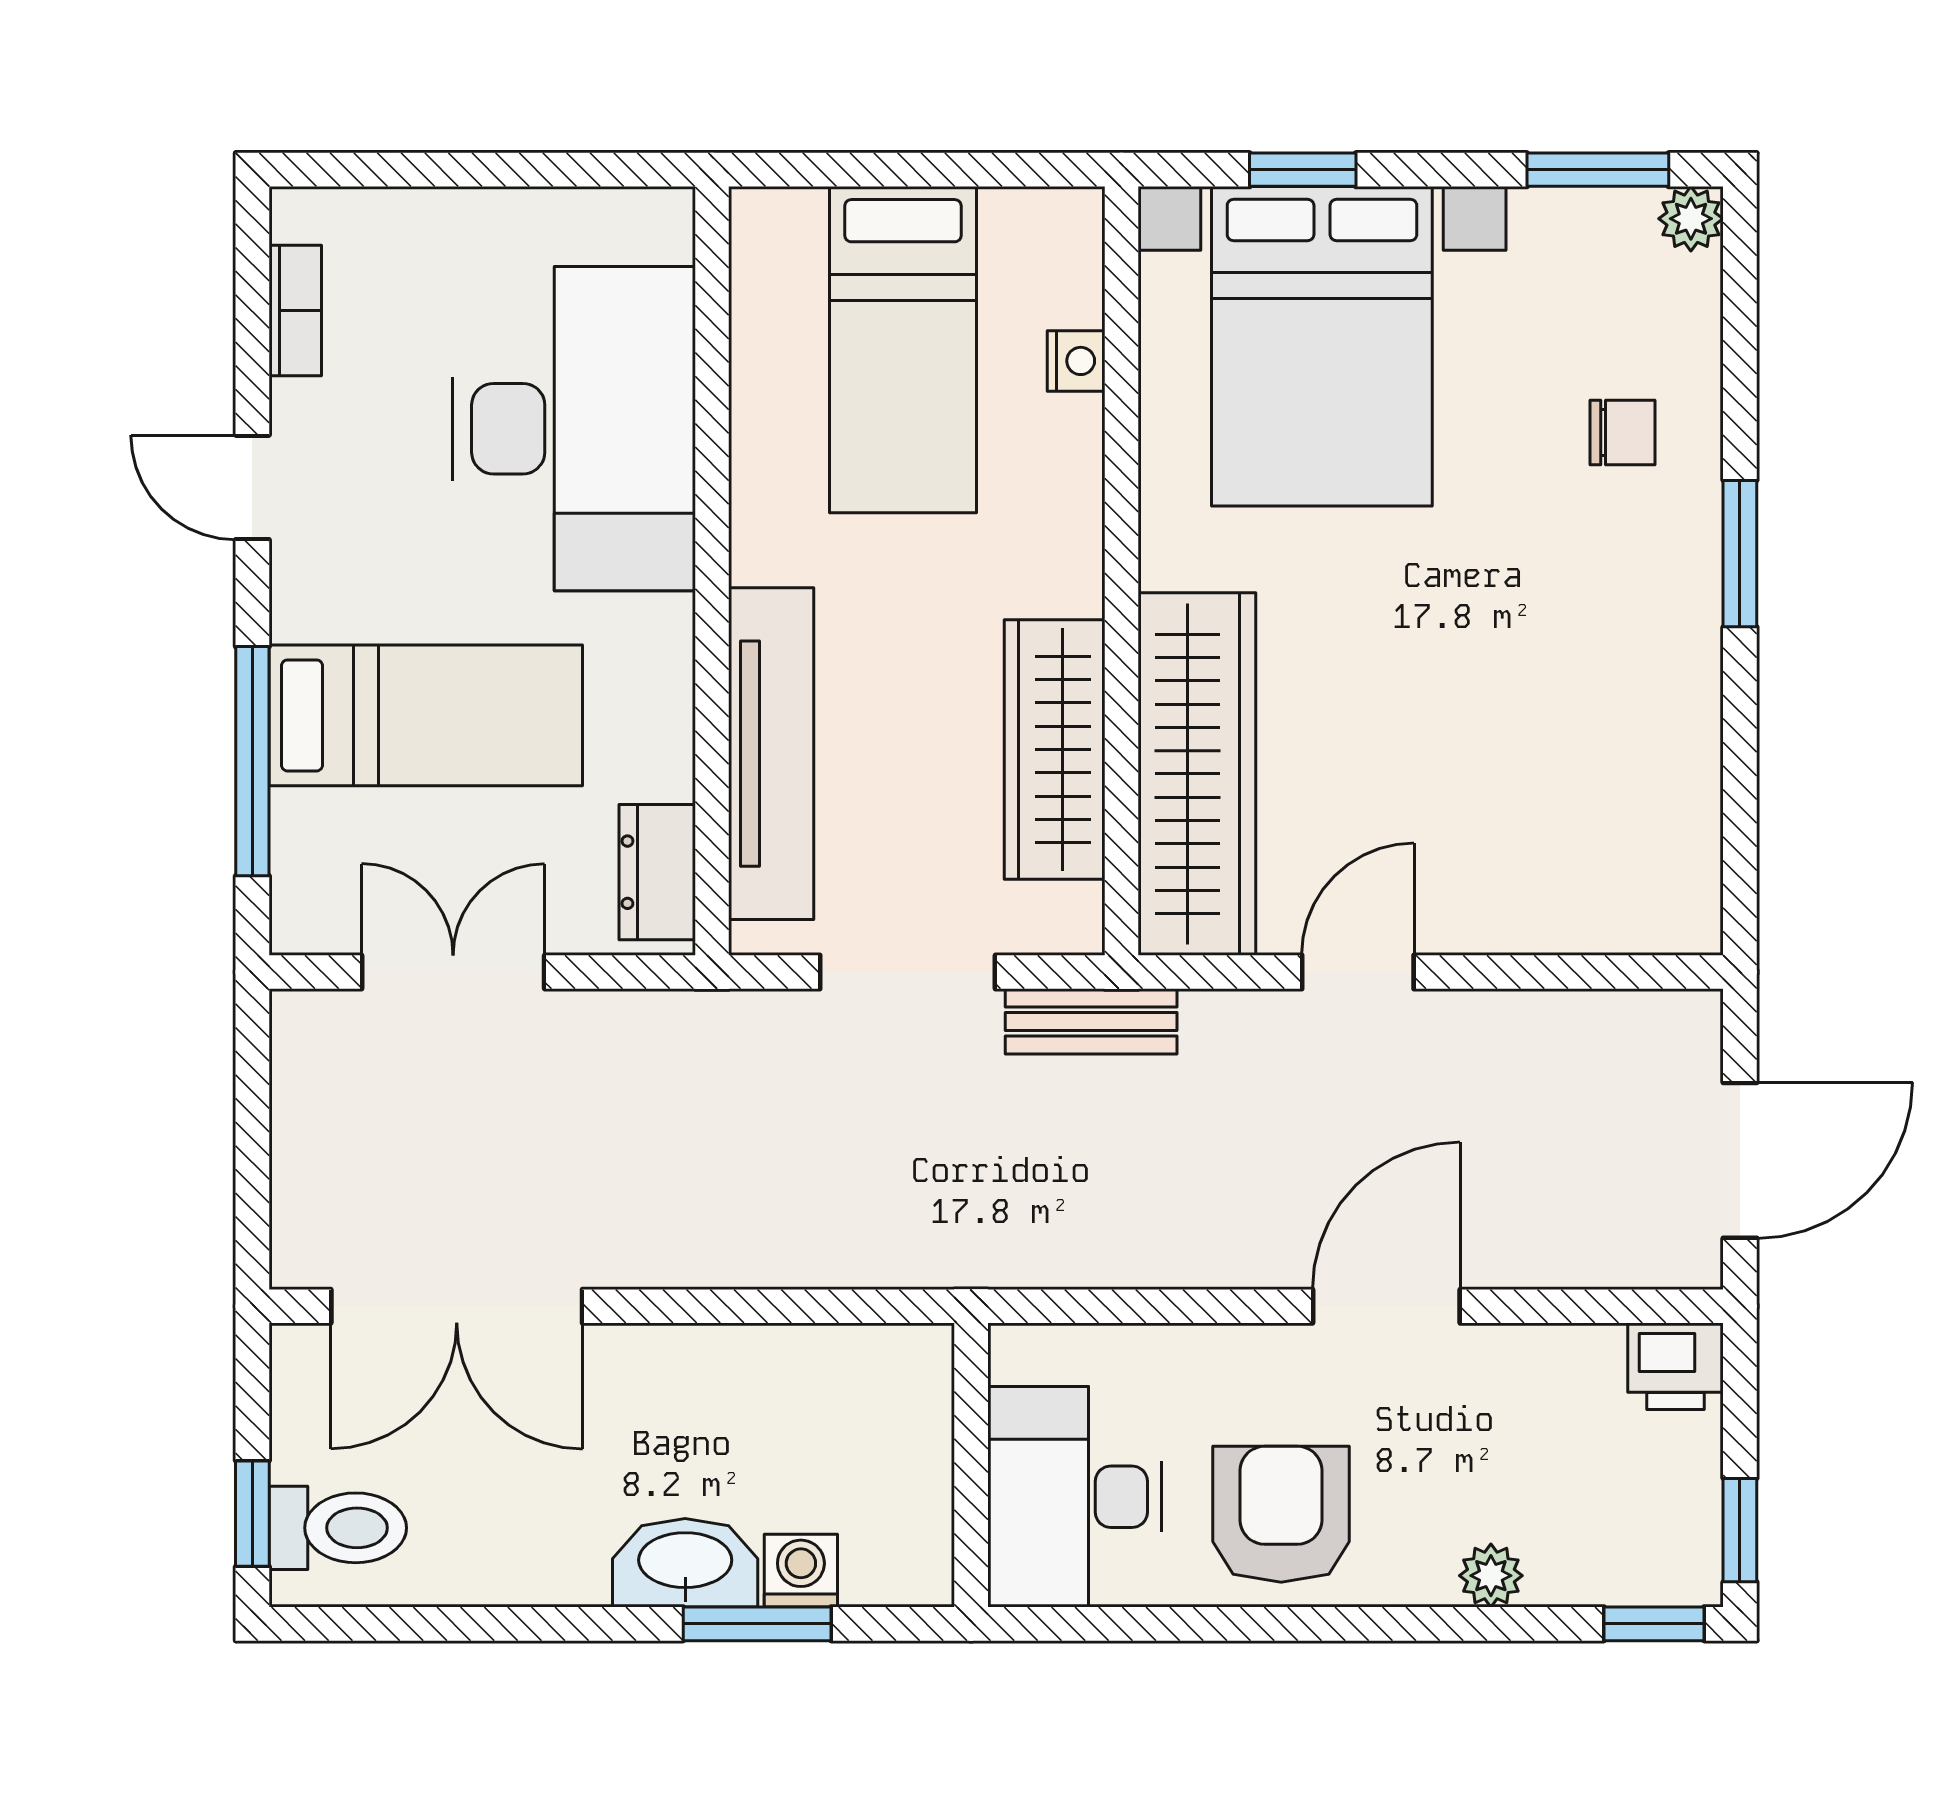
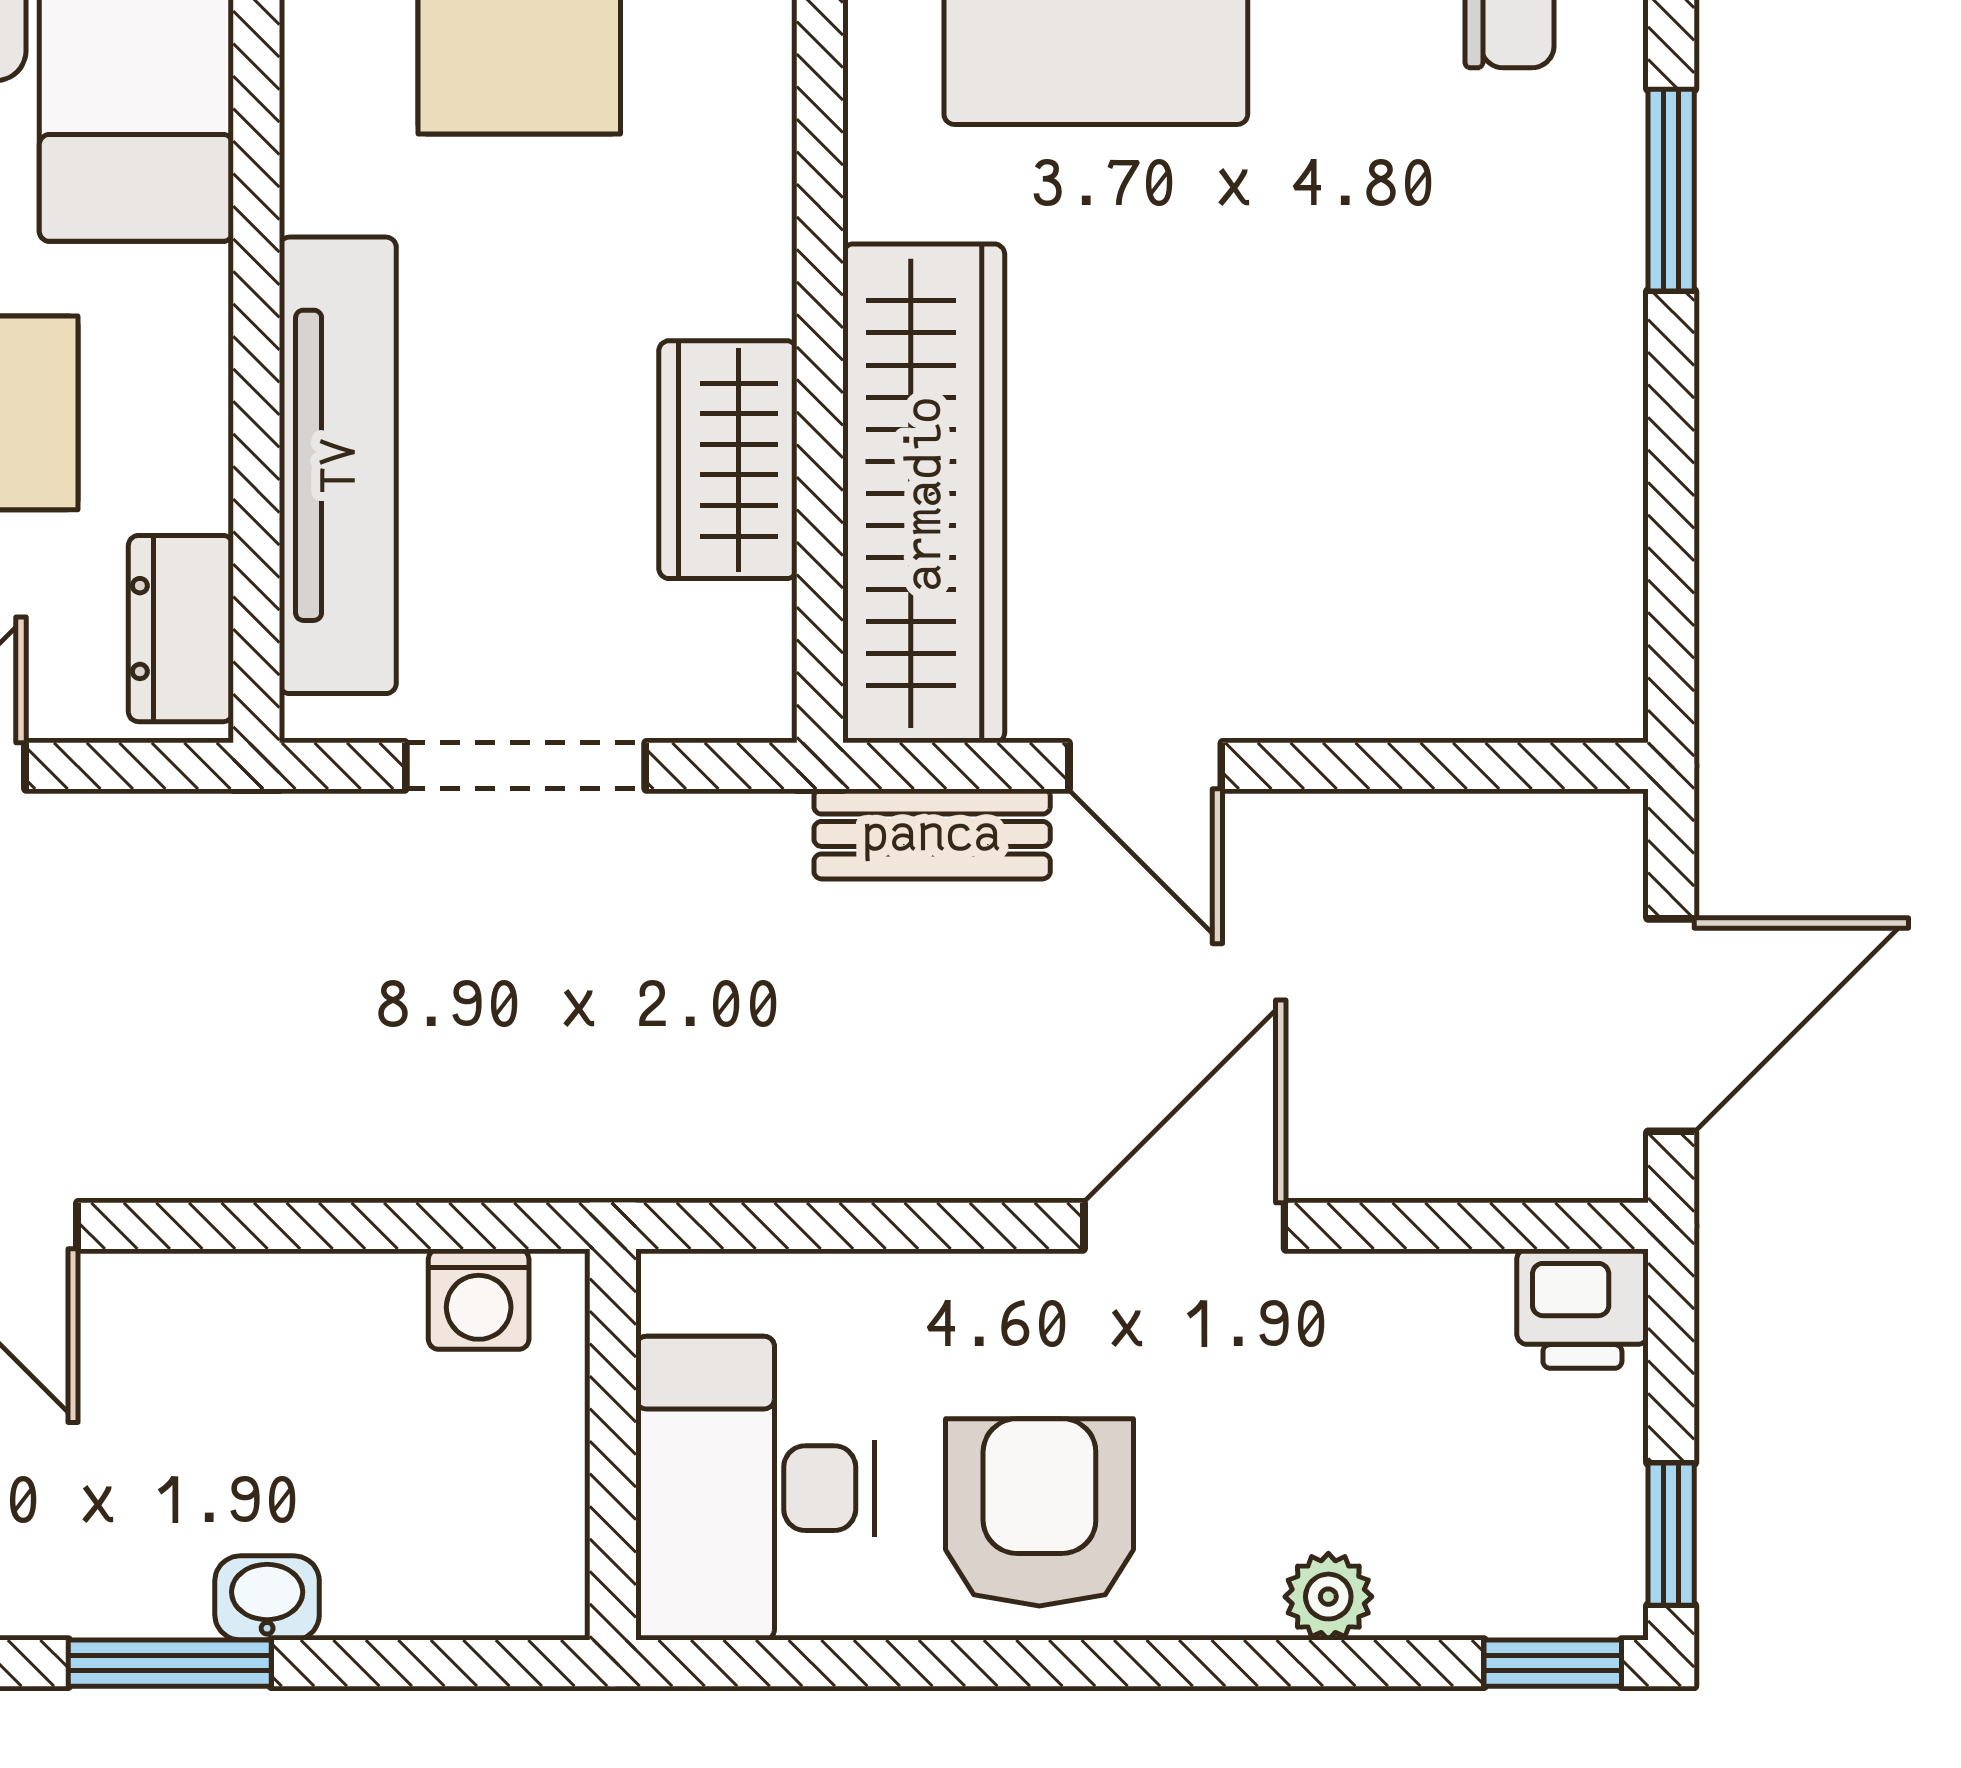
wardrobe: (1055, 750) -> (728, 460), width x0.67
door: (1358, 972) -> (1145, 766), swing flipped
bench: (1091, 1021) -> (932, 834), moved
washbasin: (685, 1563) -> (267, 1598), width x0.52, depth x0.69
washing machine: (801, 1571) -> (479, 1299), moved, turned 180
window: (757, 1624) -> (170, 1663), moved

